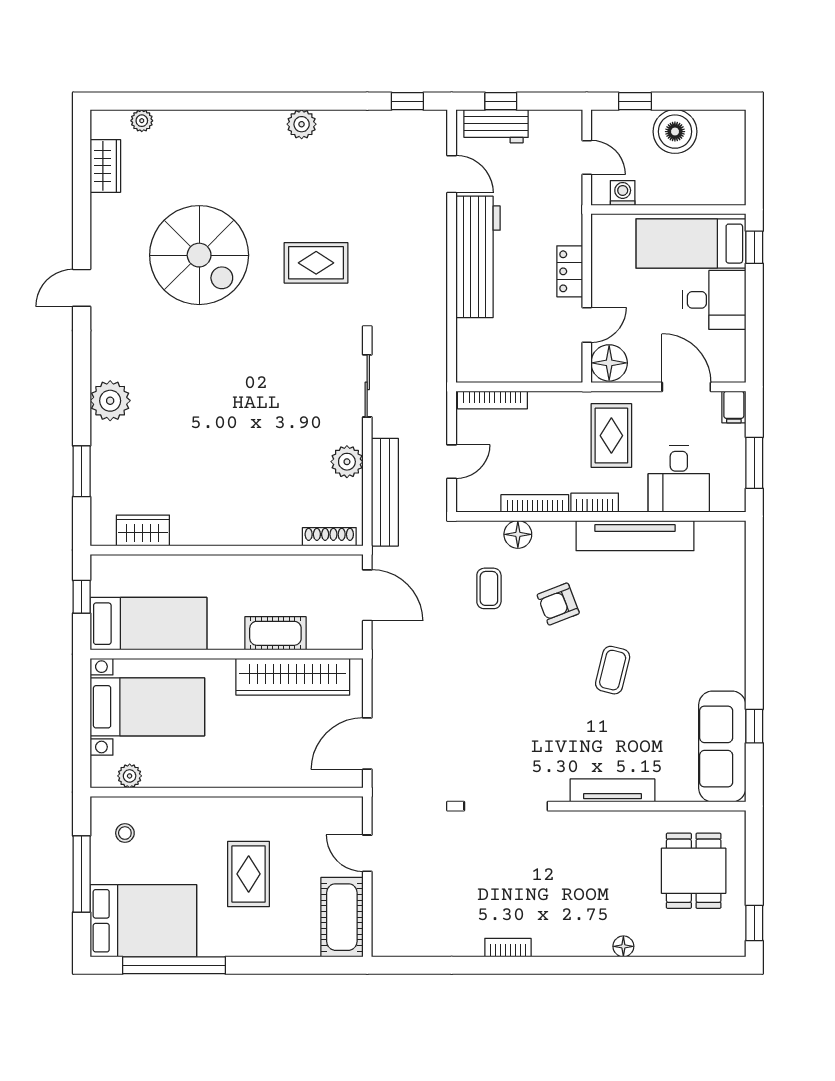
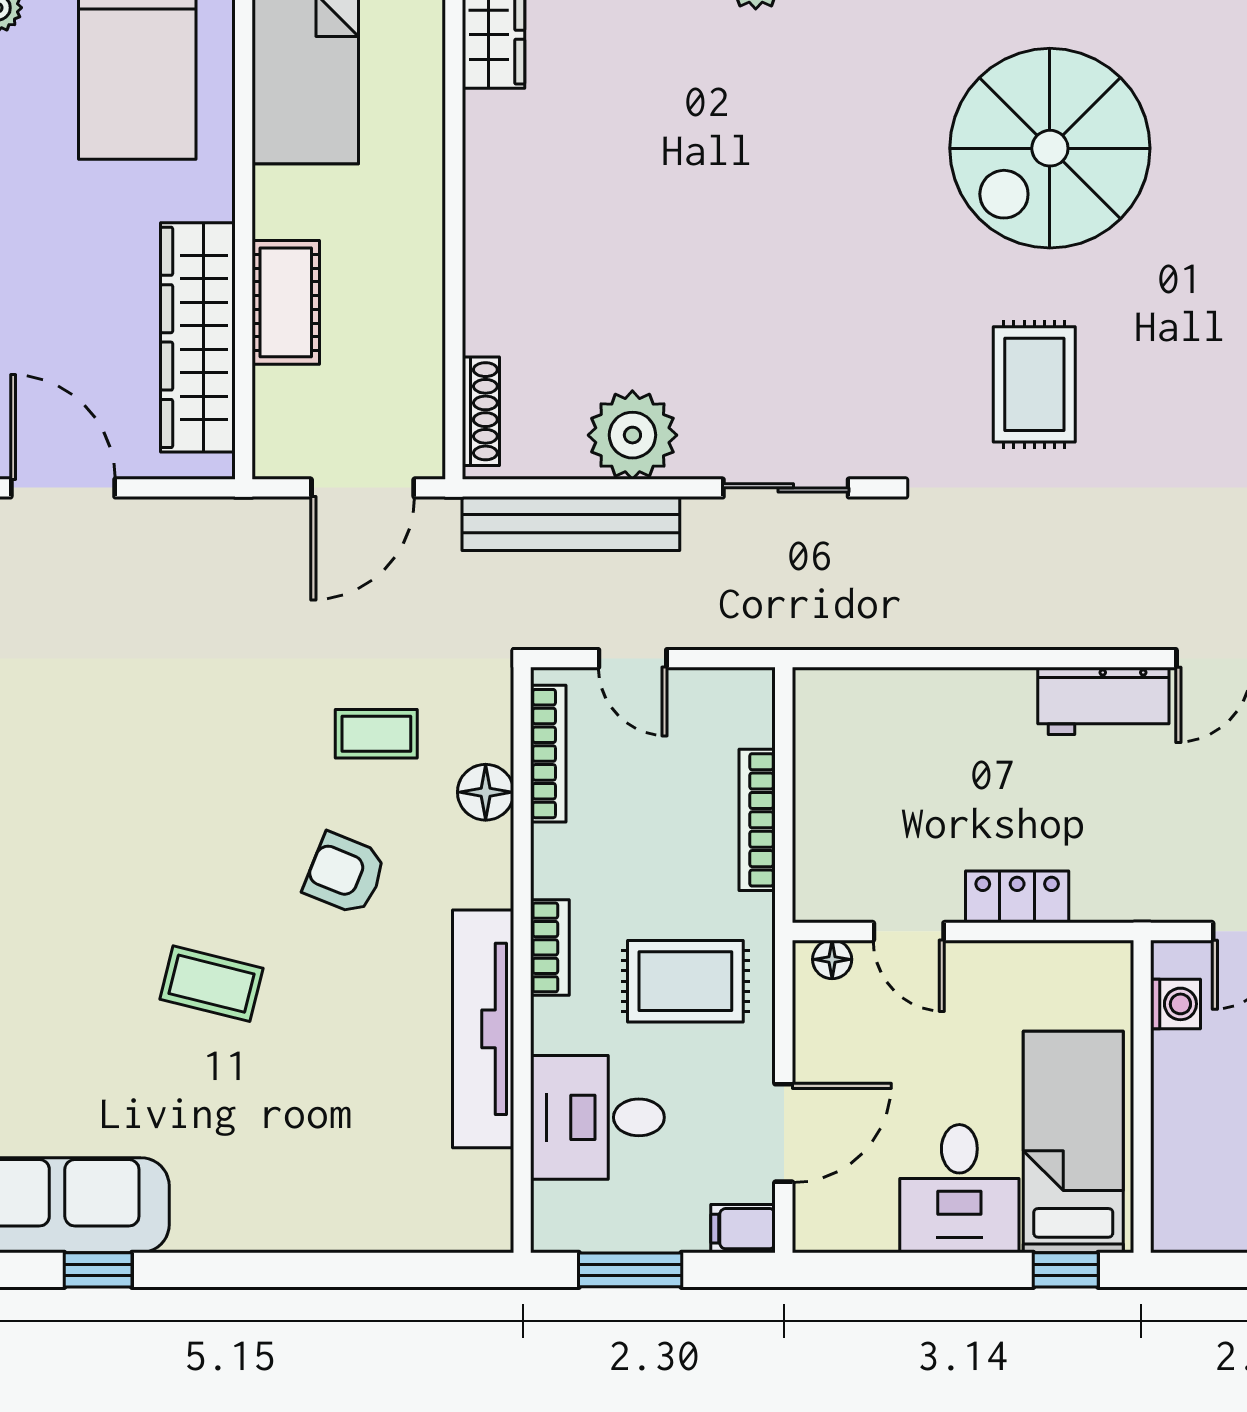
workbench: (478, 257) -> (1103, 701), width x0.53, depth x0.76
floor lamp: (609, 363) -> (832, 959), width x0.53, depth x0.53
bookcase: (492, 400) -> (757, 820), moved
plant: (347, 462) -> (632, 435), width x1.36, depth x1.36
bookcase: (535, 503) -> (548, 754), moved
armchair: (558, 604) -> (345, 874), turned -47

